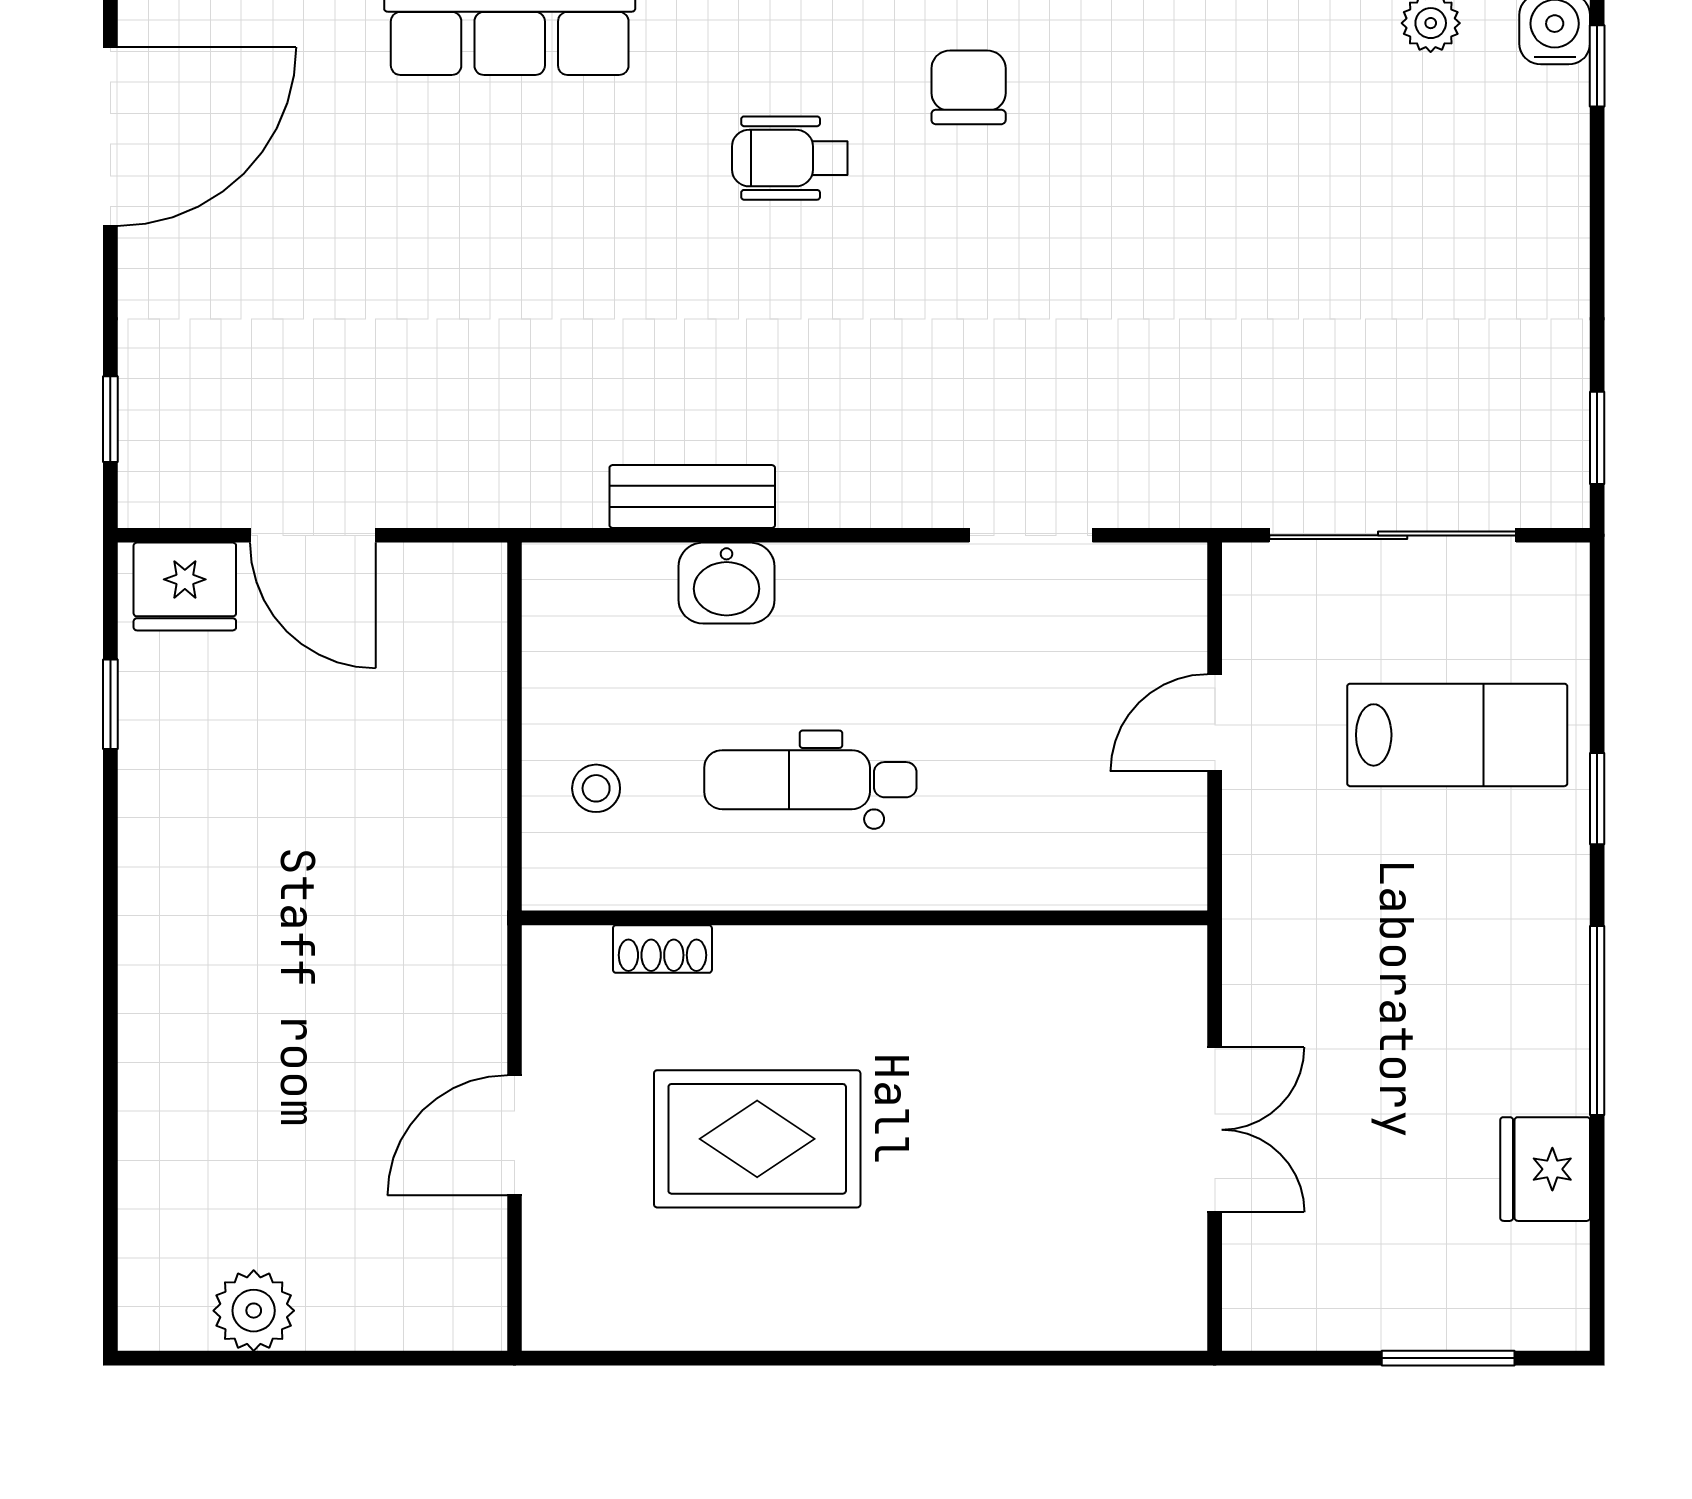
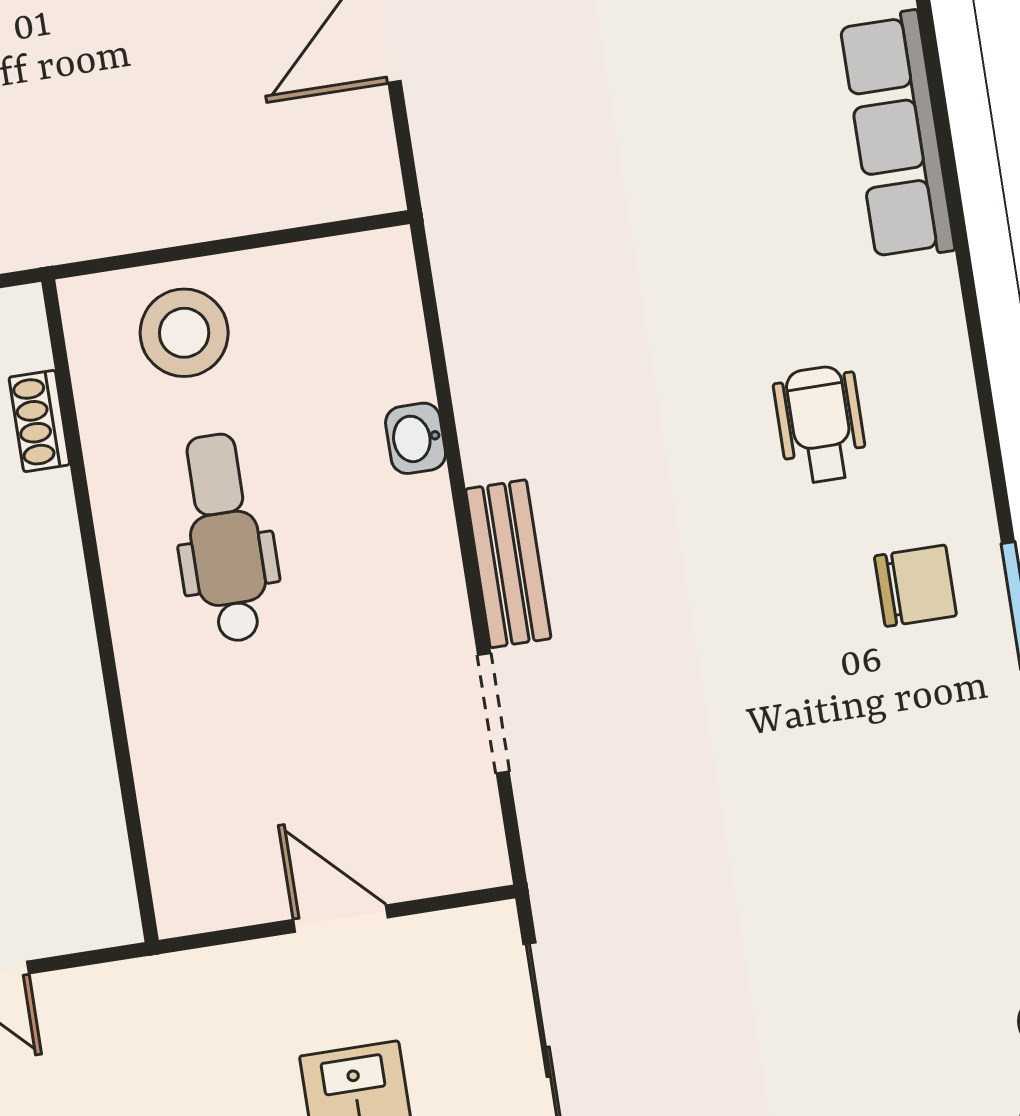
bench: (692, 496) -> (508, 564), moved
washbasin: (727, 583) -> (416, 438), width x0.72, depth x0.69
stool: (596, 788) -> (184, 333), width x1.89, depth x1.89

